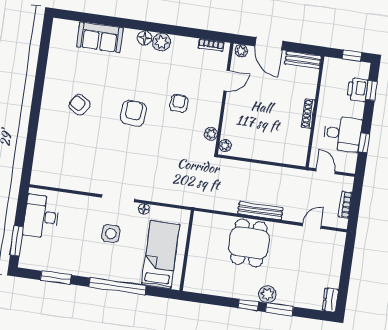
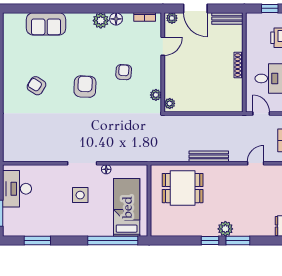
floor lamp: (145, 38) -> (116, 19), moved
dining table: (249, 243) -> (183, 188), moved, turned 90
window: (117, 286) -> (113, 241), moved

